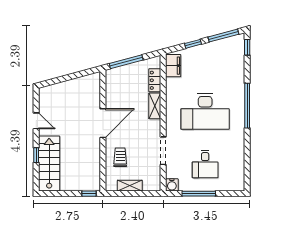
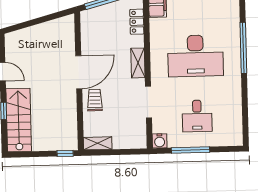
shelving: (155, 106) -> (138, 63), moved
trolley: (120, 157) -> (95, 100), moved
shelving: (130, 186) -> (98, 143), moved

